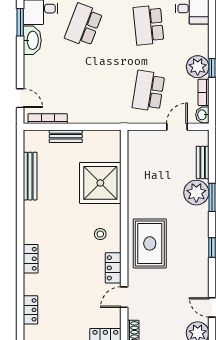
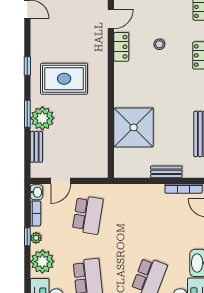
plant: (196, 42) -> (42, 262), added
plant: (198, 67) -> (36, 238), width x0.53, depth x0.53
stool: (100, 234) -> (159, 44), moved
rug: (150, 243) -> (64, 79), moved, turned 90

